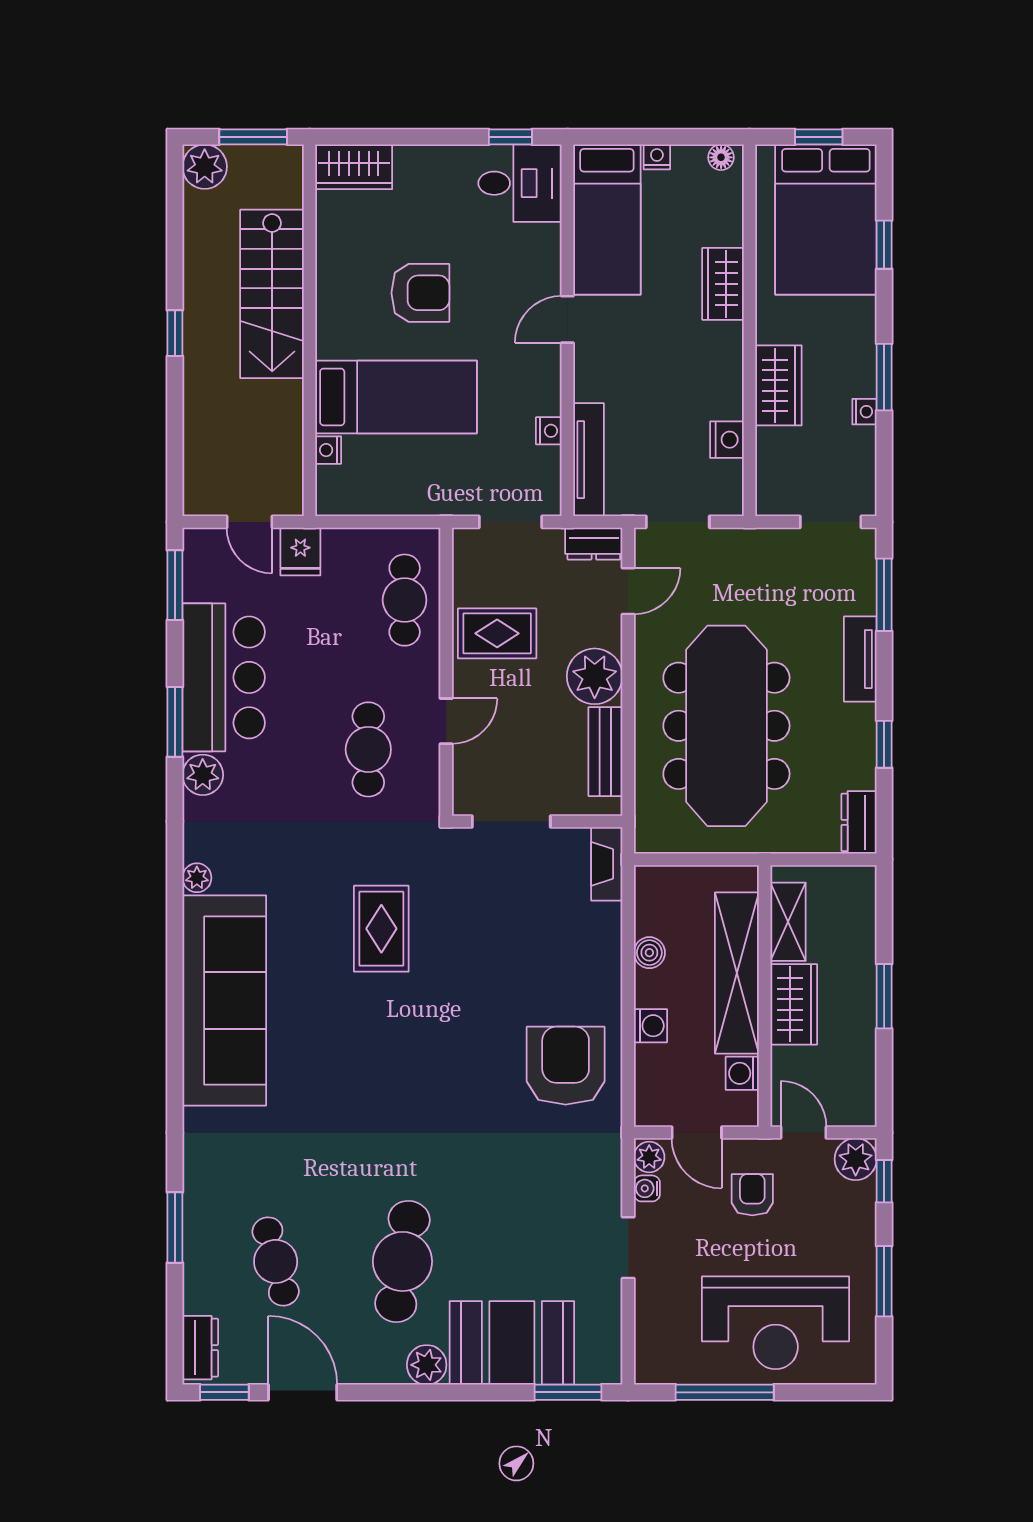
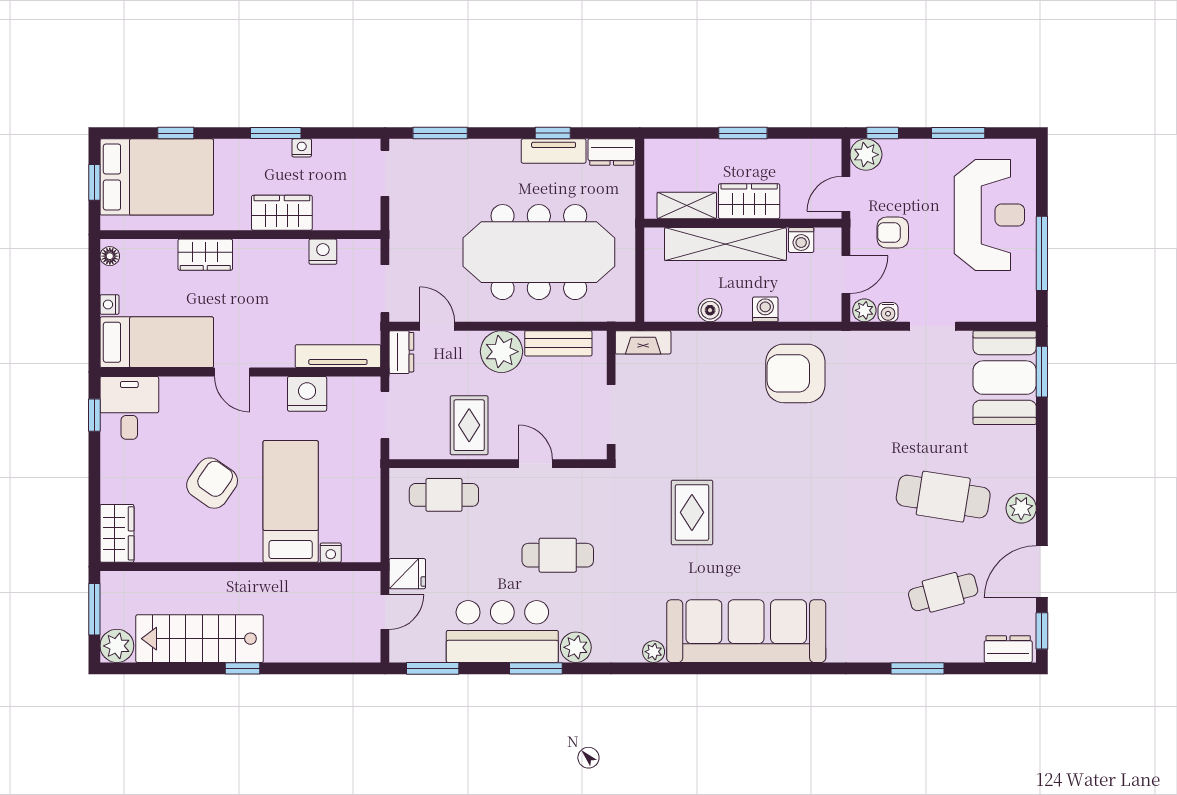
armchair: (420, 293) -> (212, 483), turned 35
stairs: (272, 294) -> (200, 639), moved, turned 180
nightstand: (549, 431) -> (307, 394), width x1.89, depth x1.79
tv unit: (860, 659) -> (554, 151), moved
cafe table: (368, 749) -> (558, 555), moved
rug: (381, 929) -> (692, 512), turned 90
booth: (512, 1343) -> (1005, 378), moved
plant: (427, 1365) -> (1021, 508), moved

